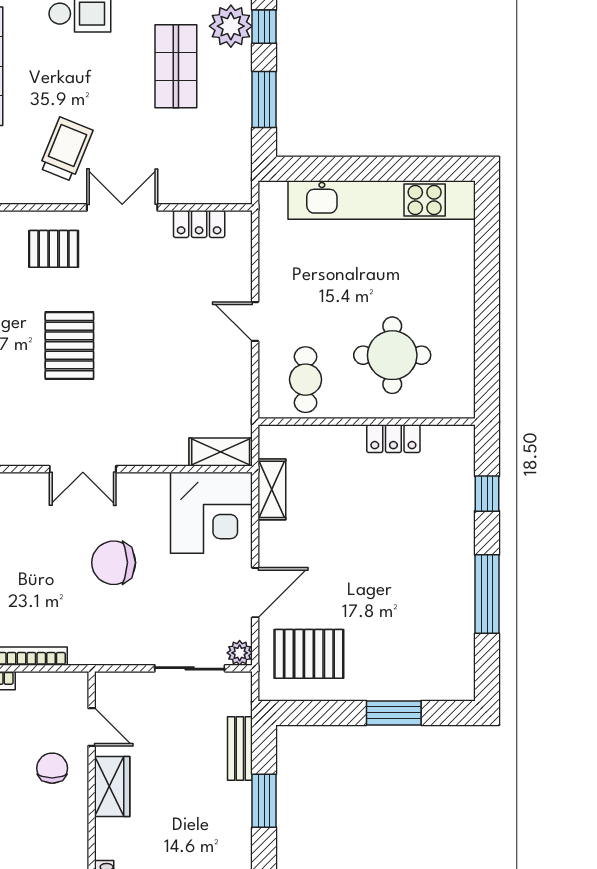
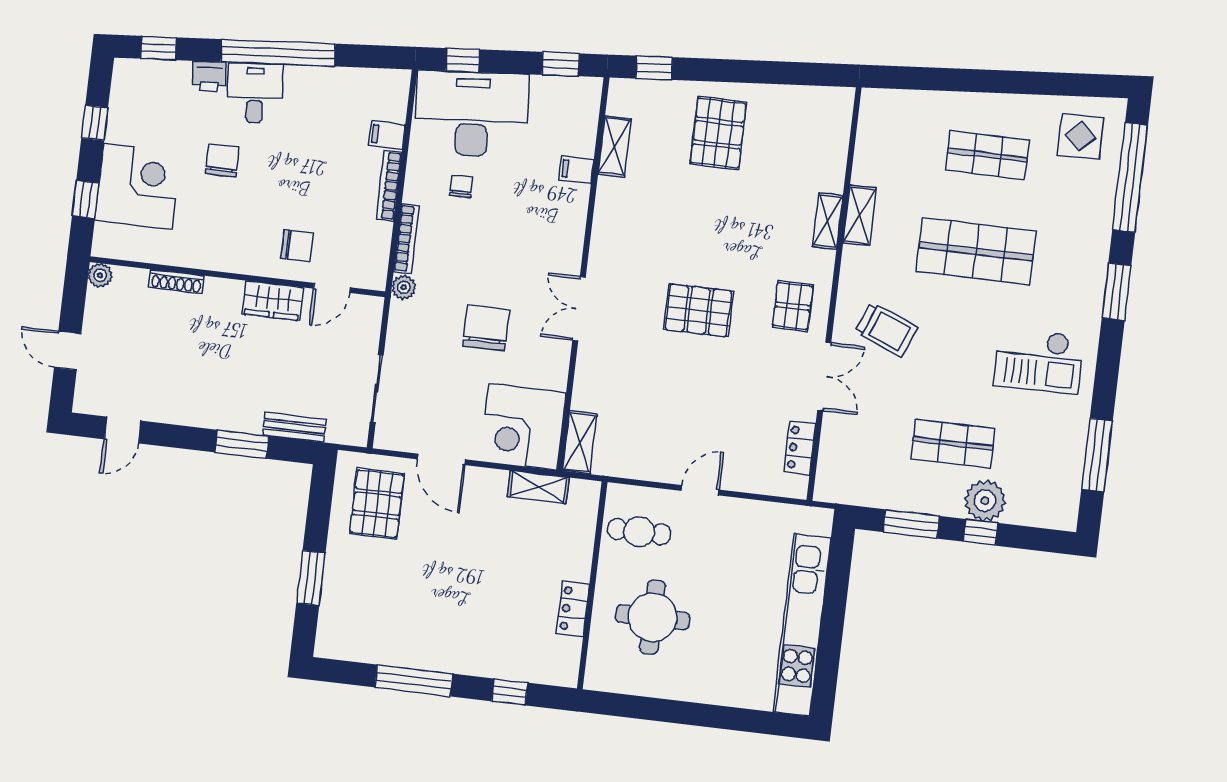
plant: (240, 653) -> (404, 287), moved

